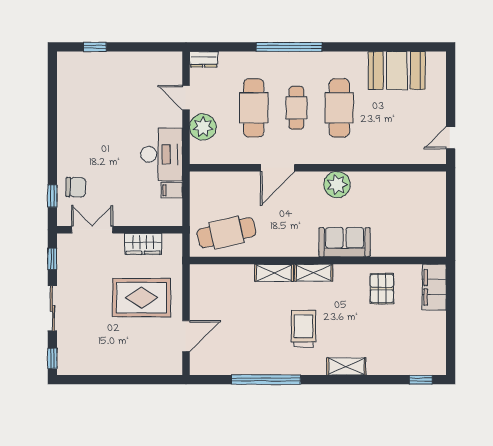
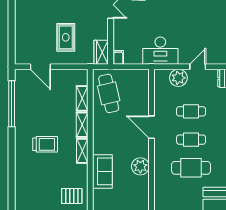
cafe table: (254, 108) -> (191, 111), width x0.73, depth x0.74
filing cabinet: (172, 190) -> (118, 57), moved
wardrobe: (143, 244) -> (101, 52), moved
rug: (142, 298) -> (66, 37), width x0.73, depth x0.70
shelving: (346, 366) -> (82, 98), moved
window: (266, 380) -> (12, 104), moved

